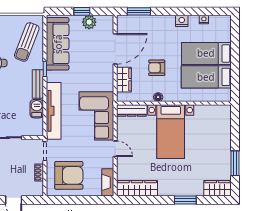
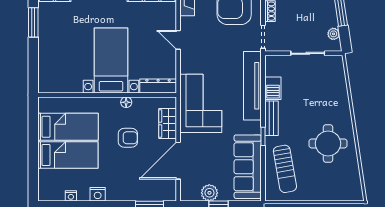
sun lounger: (27, 42) -> (285, 169), turned 149
corner sofa: (96, 116) -> (201, 103), moved

